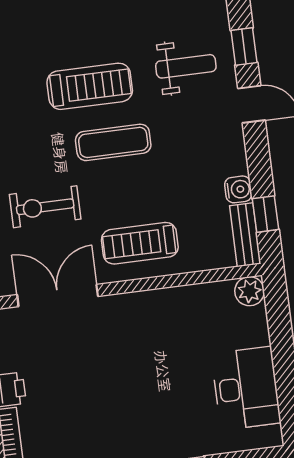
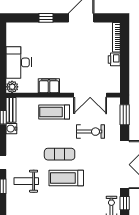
treadmill: (140, 243) -> (54, 112), turned 180
filing cabinet: (160, 305) -> (49, 86), added
desk: (246, 388) -> (19, 62), moved

